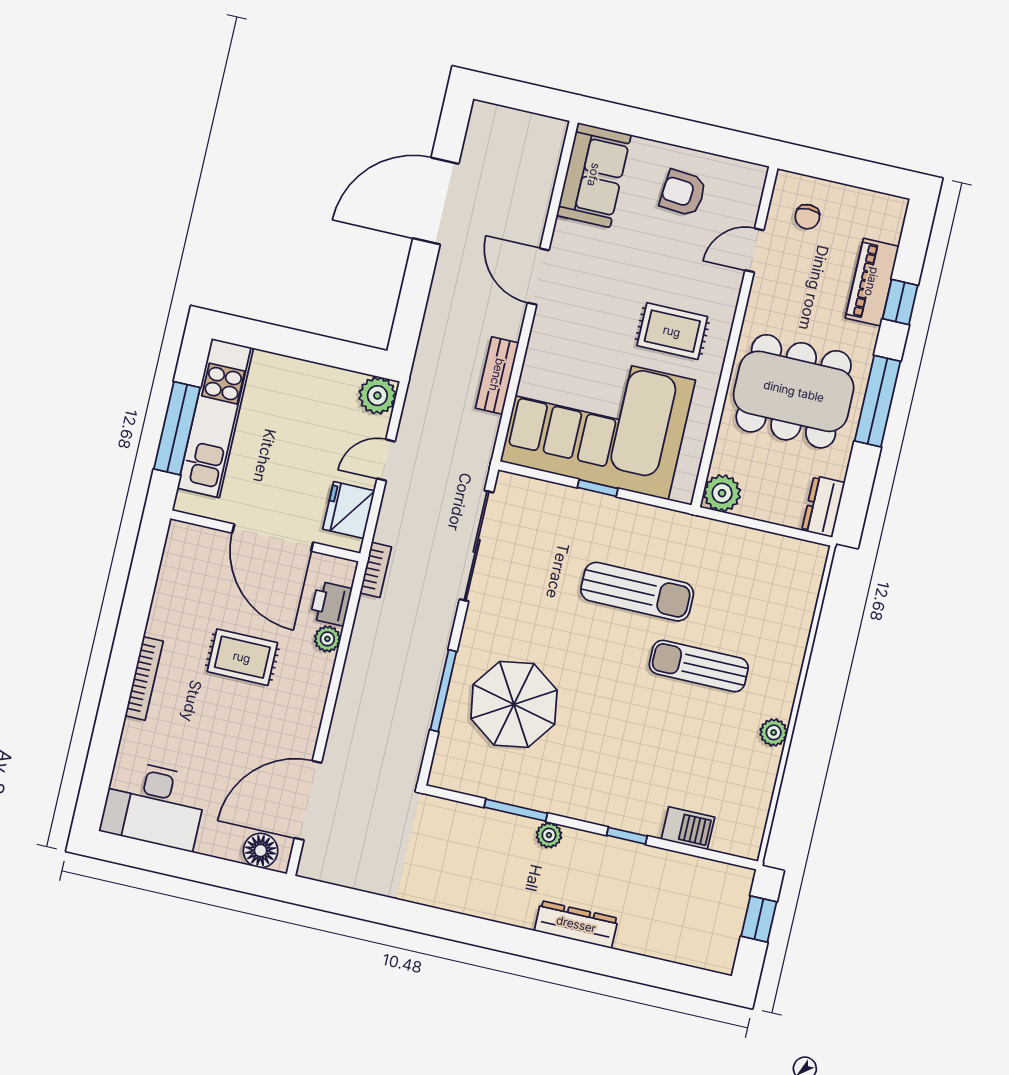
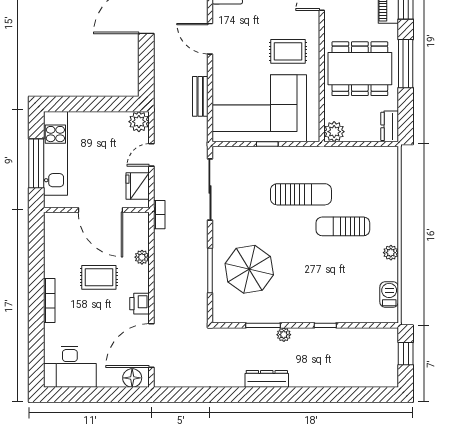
printer: (331, 604) -> (140, 304), moved
barbecue: (688, 828) -> (389, 295), moved, turned -90
dresser: (576, 924) -> (267, 379), moved

